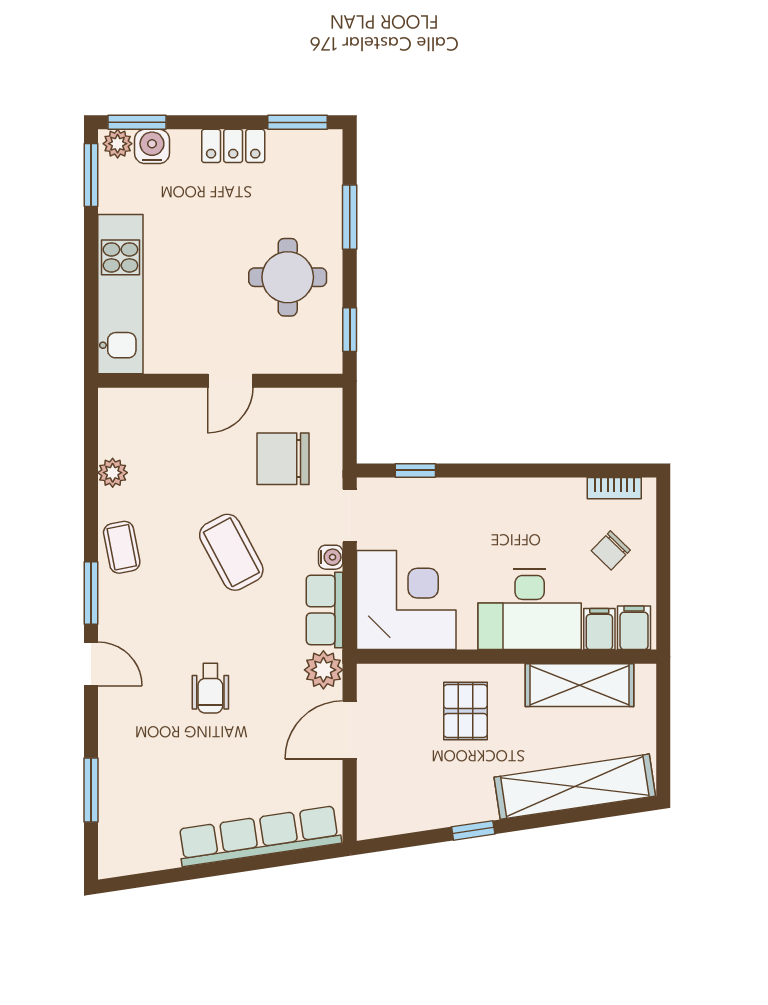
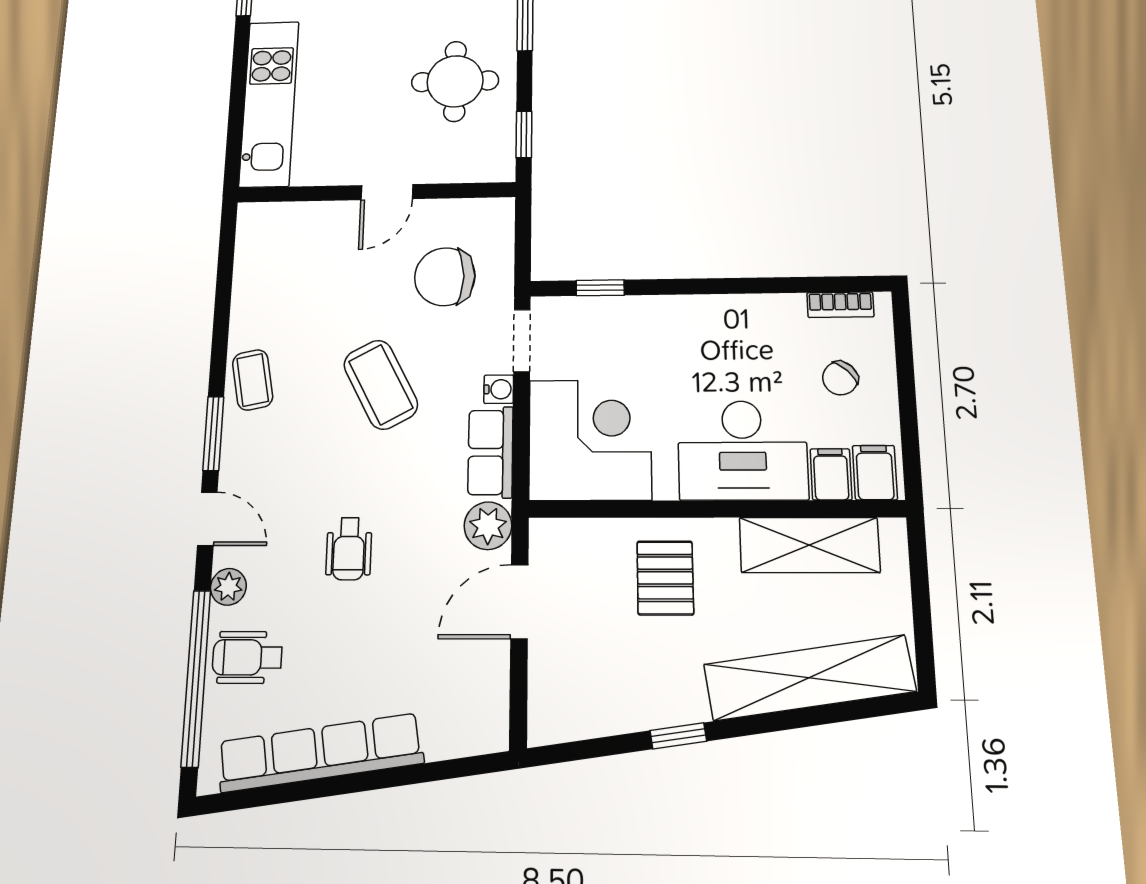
plant: (113, 473) -> (228, 587), moved
wheelchair: (132, 774) -> (247, 657), added
window: (91, 790) -> (196, 678), width x2.11
row of seats: (259, 836) -> (320, 753), moved

